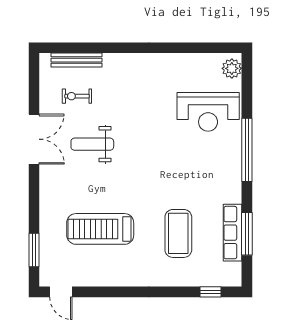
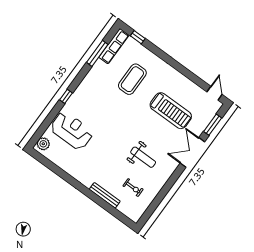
bench: (77, 60) -> (105, 195), moved
double door: (34, 139) -> (192, 152), moved
window: (247, 150) -> (66, 96), width x0.32
row of seats: (232, 233) -> (114, 46), moved

